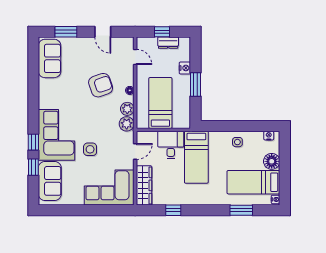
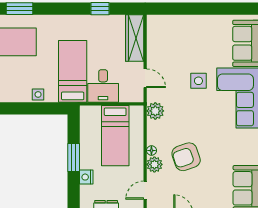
door: (135, 57) -> (145, 190), hinge flipped
plant: (127, 109) -> (154, 164), moved
side table: (237, 142) -> (38, 94), moved
door: (135, 151) -> (145, 78), swing flipped
corner sofa: (109, 188) -> (176, 35), removed

